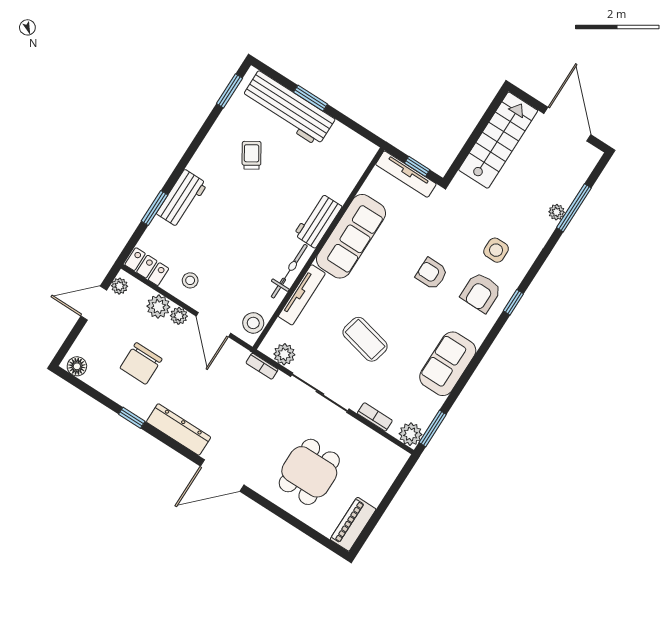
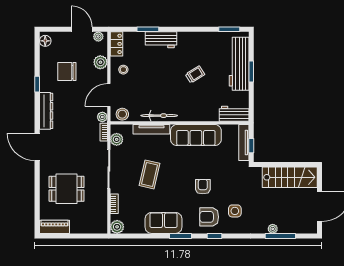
trolley: (252, 155) -> (195, 74), moved
workbench: (318, 221) -> (234, 114), moved
plant: (179, 316) -> (102, 117), moved
window: (433, 428) -> (181, 236), moved

